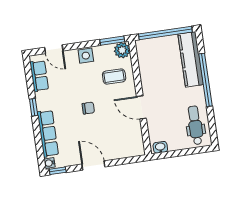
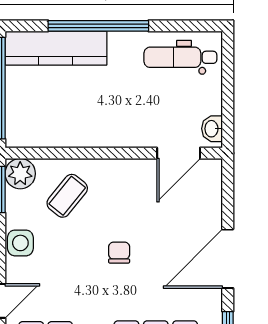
coffee table: (114, 77) -> (67, 196), turned 39
door: (141, 107) -> (179, 153), moved
door: (93, 165) -> (228, 259), width x1.36

